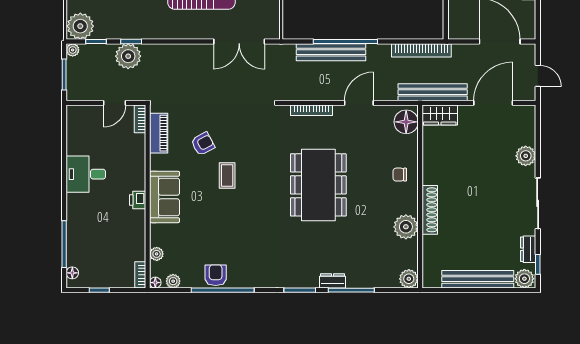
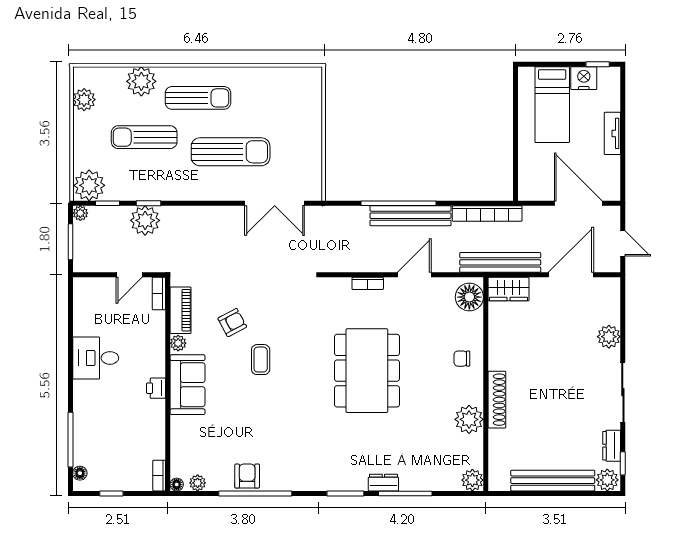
bench: (331, 52) -> (410, 216), moved
bookcase: (311, 110) -> (368, 283), width x0.64
plant: (157, 254) -> (178, 343), moved

